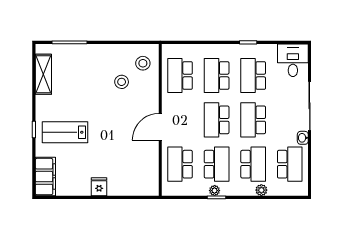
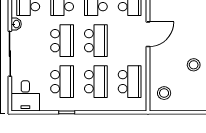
stool: (122, 82) -> (194, 65), moved

